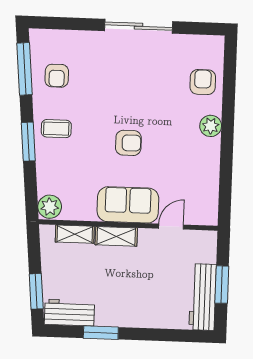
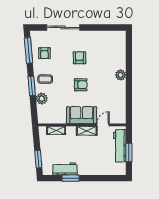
sliding door: (138, 26) -> (63, 28), moved
armchair: (203, 82) -> (80, 58), moved
plant: (50, 207) -> (42, 99), moved
shelving: (116, 236) -> (87, 131), moved
workbench: (203, 297) -> (120, 146), moved
workbench: (69, 313) -> (65, 169), moved

